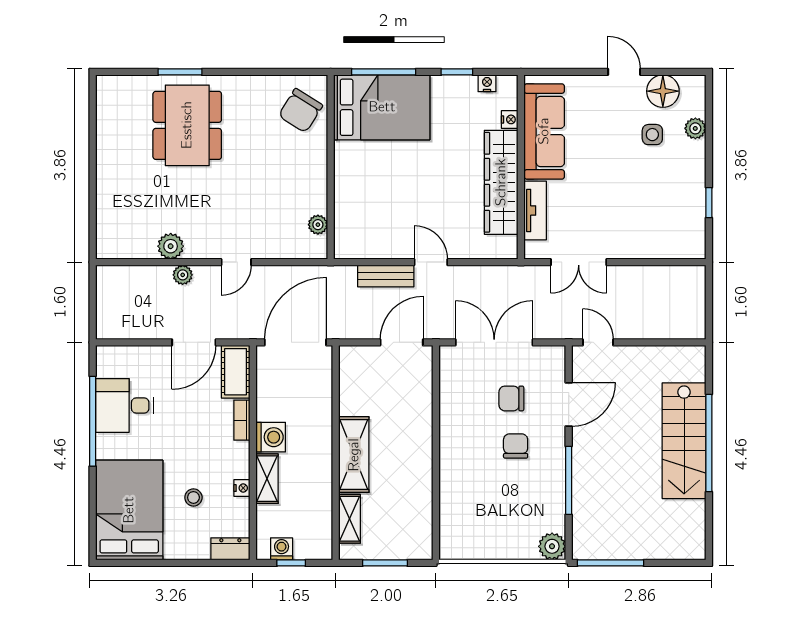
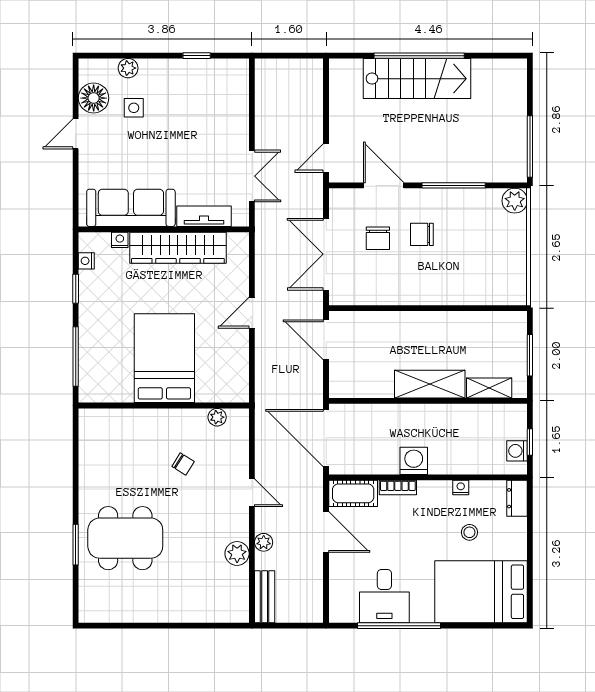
bed: (382, 107) -> (164, 358), moved
chair: (301, 111) -> (183, 464), moved, width x0.54, depth x0.54
bench: (386, 276) -> (265, 597), moved
shelving: (267, 479) -> (452, 464), removed

